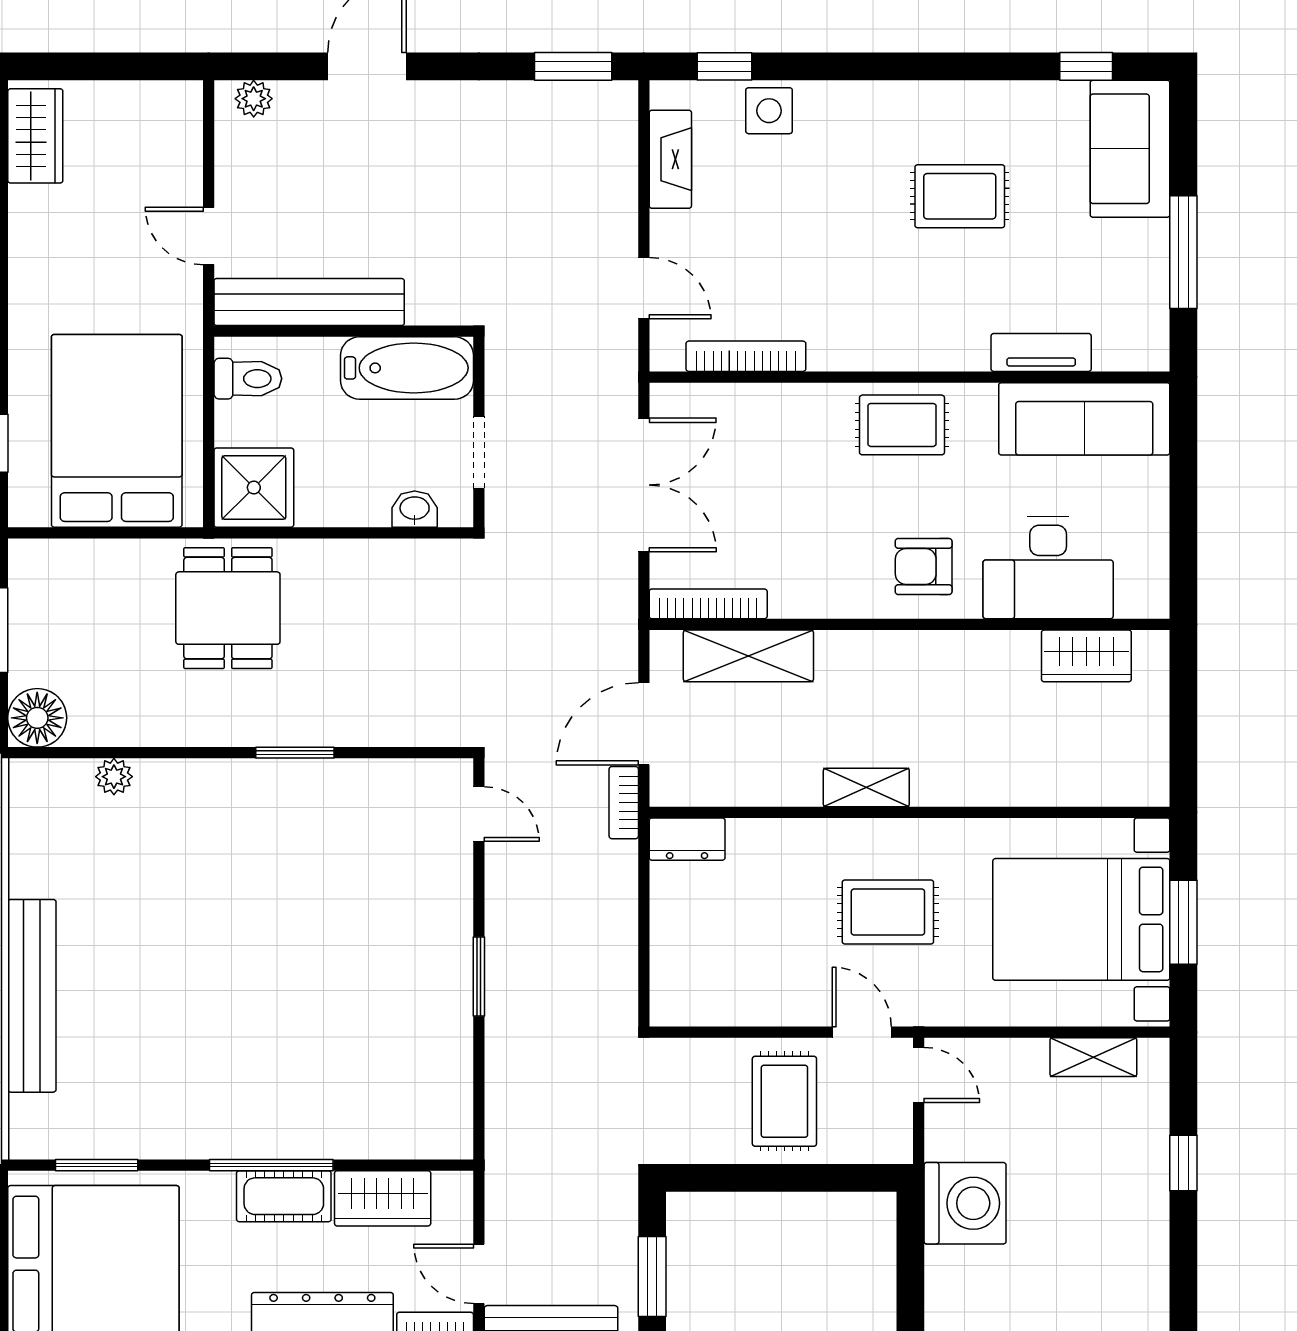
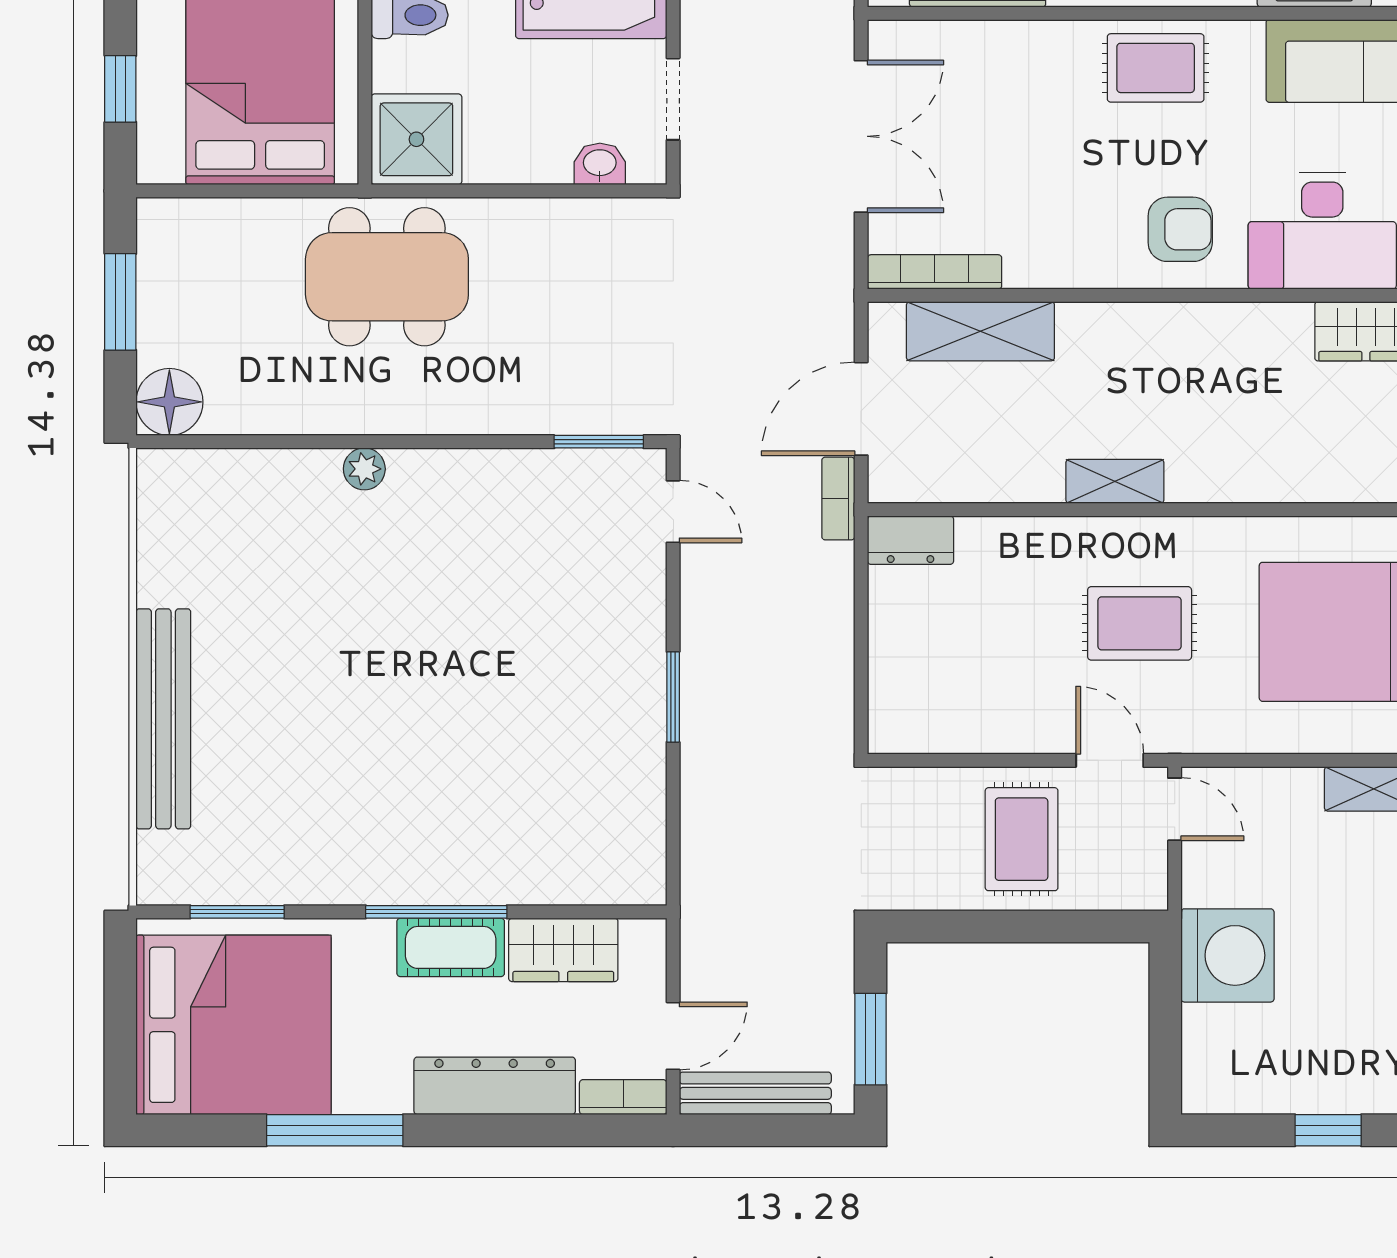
armchair: (924, 566) -> (1180, 229), turned 180
dining table: (228, 608) -> (387, 277), width x1.38
window: (295, 753) -> (599, 442), moved
plant: (114, 777) -> (364, 469), moved
door: (479, 1274) -> (673, 1036), swing flipped

